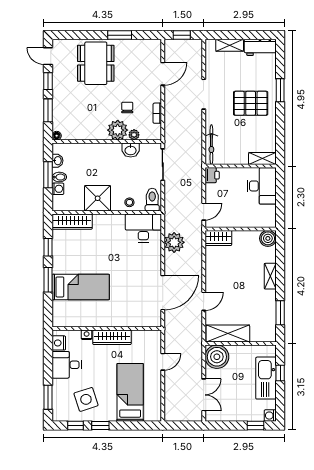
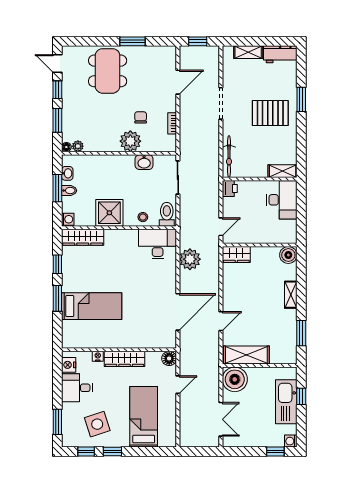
plant: (134, 135) -> (78, 146), moved
washing machine: (58, 189) -> (68, 219), moved
floor lamp: (154, 337) -> (169, 358), added

